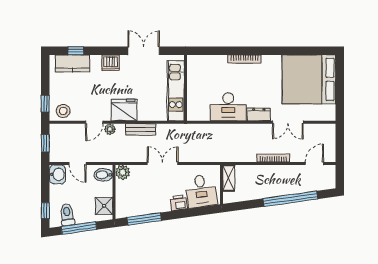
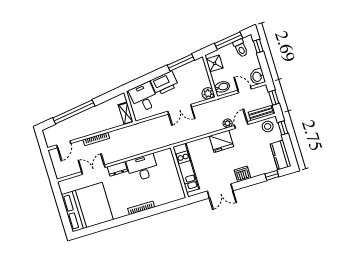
kitchen counter: (72, 63) -> (281, 155), moved, turned -90
bench: (141, 129) -> (261, 113), moved
printer: (179, 203) -> (164, 83), width x1.87, depth x1.48

